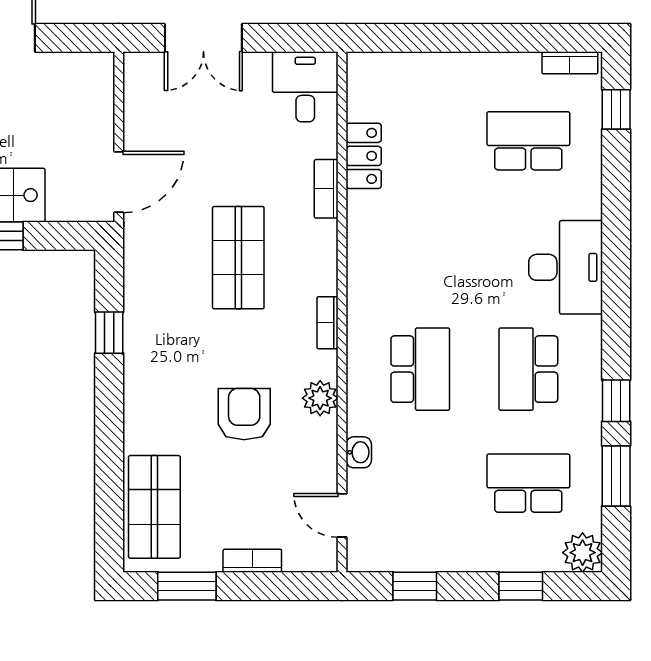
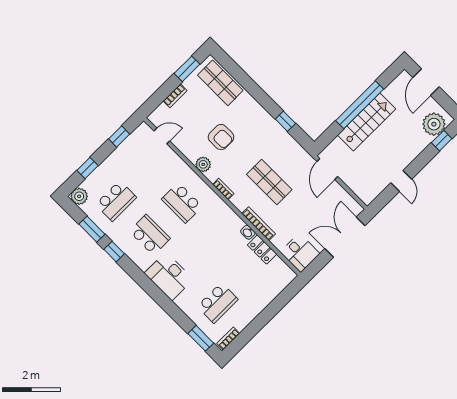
double door: (203, 38) -> (345, 237), width x1.37
window: (616, 109) -> (201, 338), width x1.50
bookcase: (326, 189) -> (259, 224), width x1.56
washbasin: (359, 452) -> (248, 232), moved

